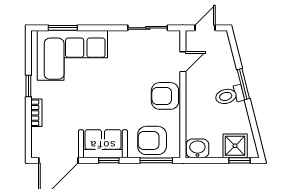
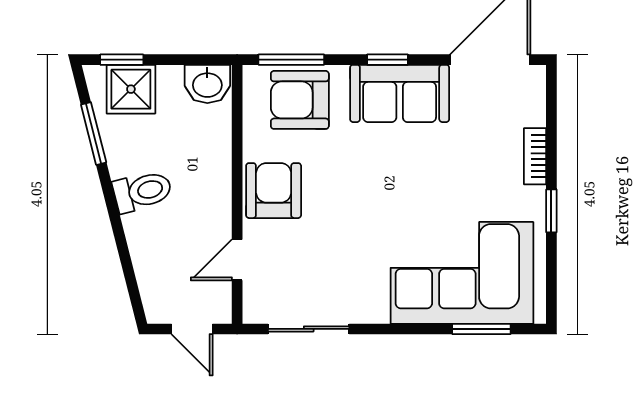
door: (205, 28) -> (192, 329), hinge flipped
window: (243, 84) -> (94, 134), moved
armchair: (165, 96) -> (274, 191), turned -90
armchair: (152, 140) -> (300, 100), turned 180

